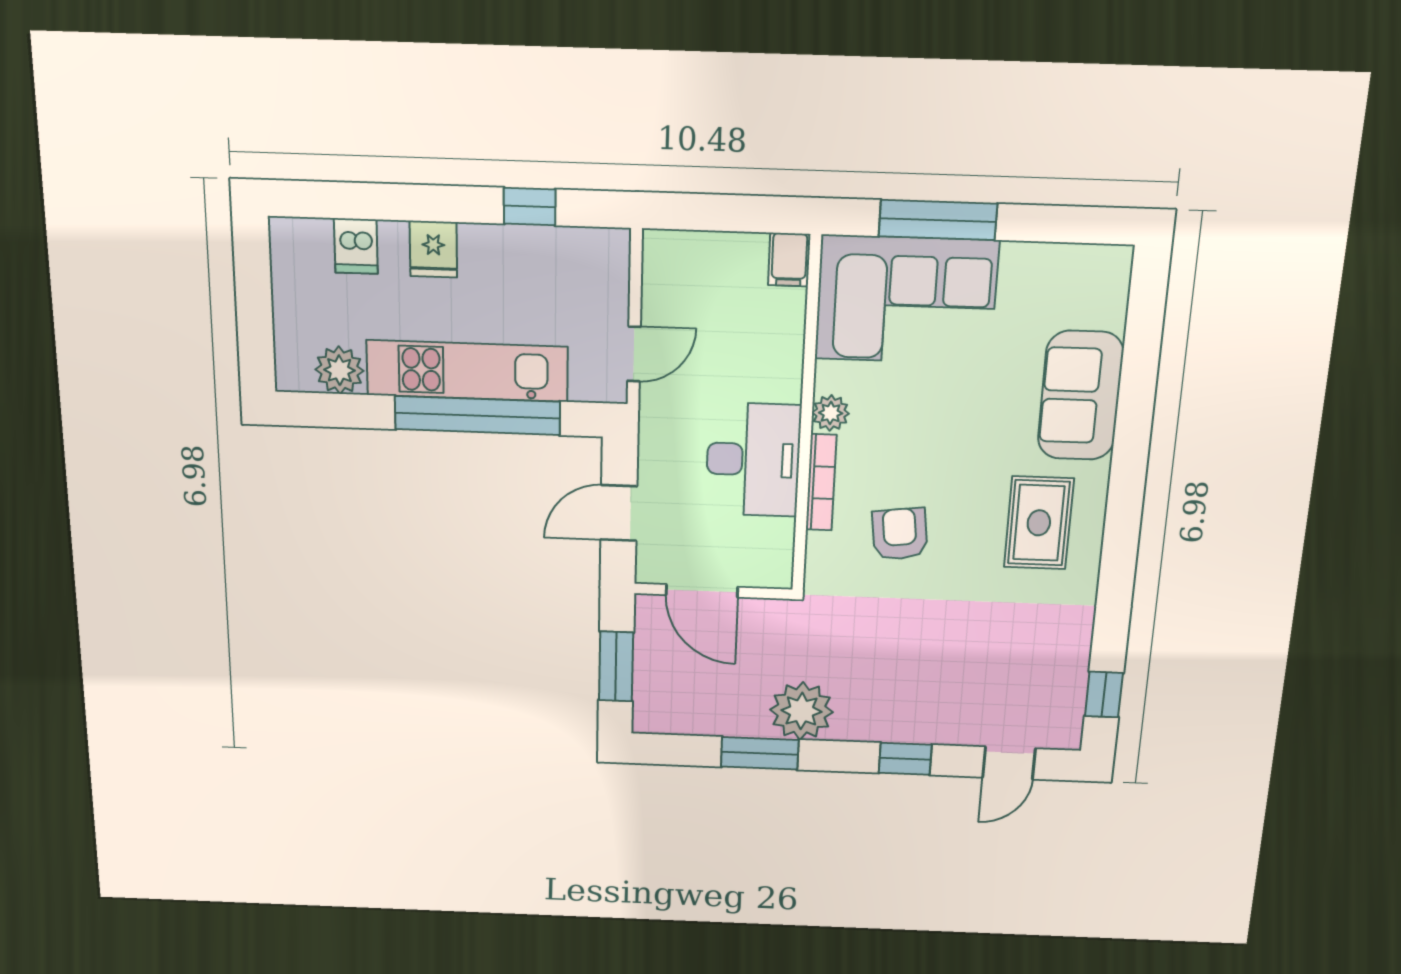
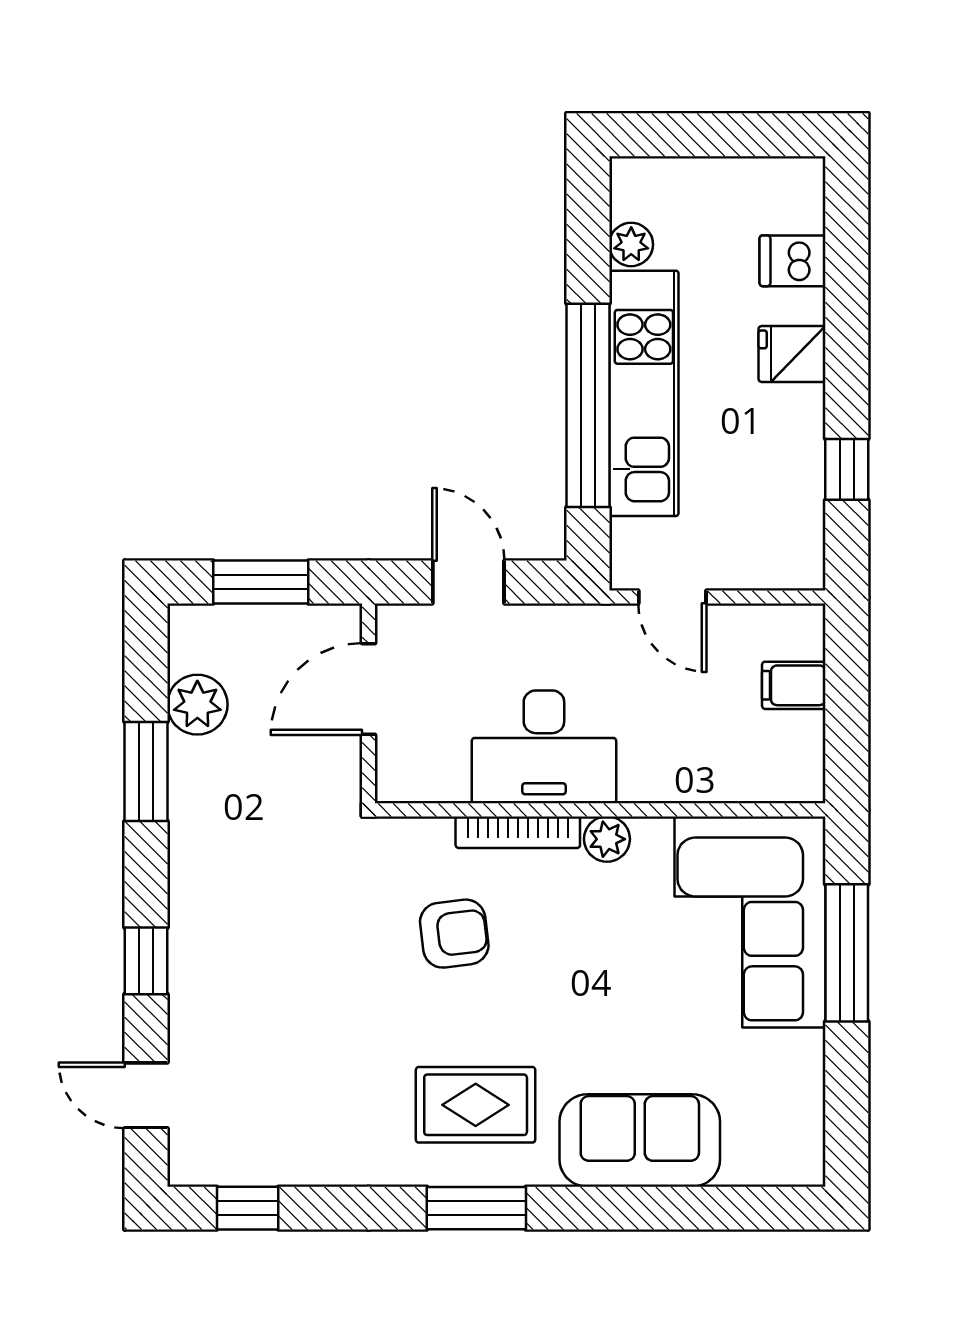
filing cabinet: (789, 260) -> (794, 685), moved
plant: (339, 370) -> (631, 244), width x0.73, depth x0.73
window: (1122, 525) -> (476, 1208), added
plant: (801, 711) -> (197, 705), moved, width x0.73, depth x0.73

